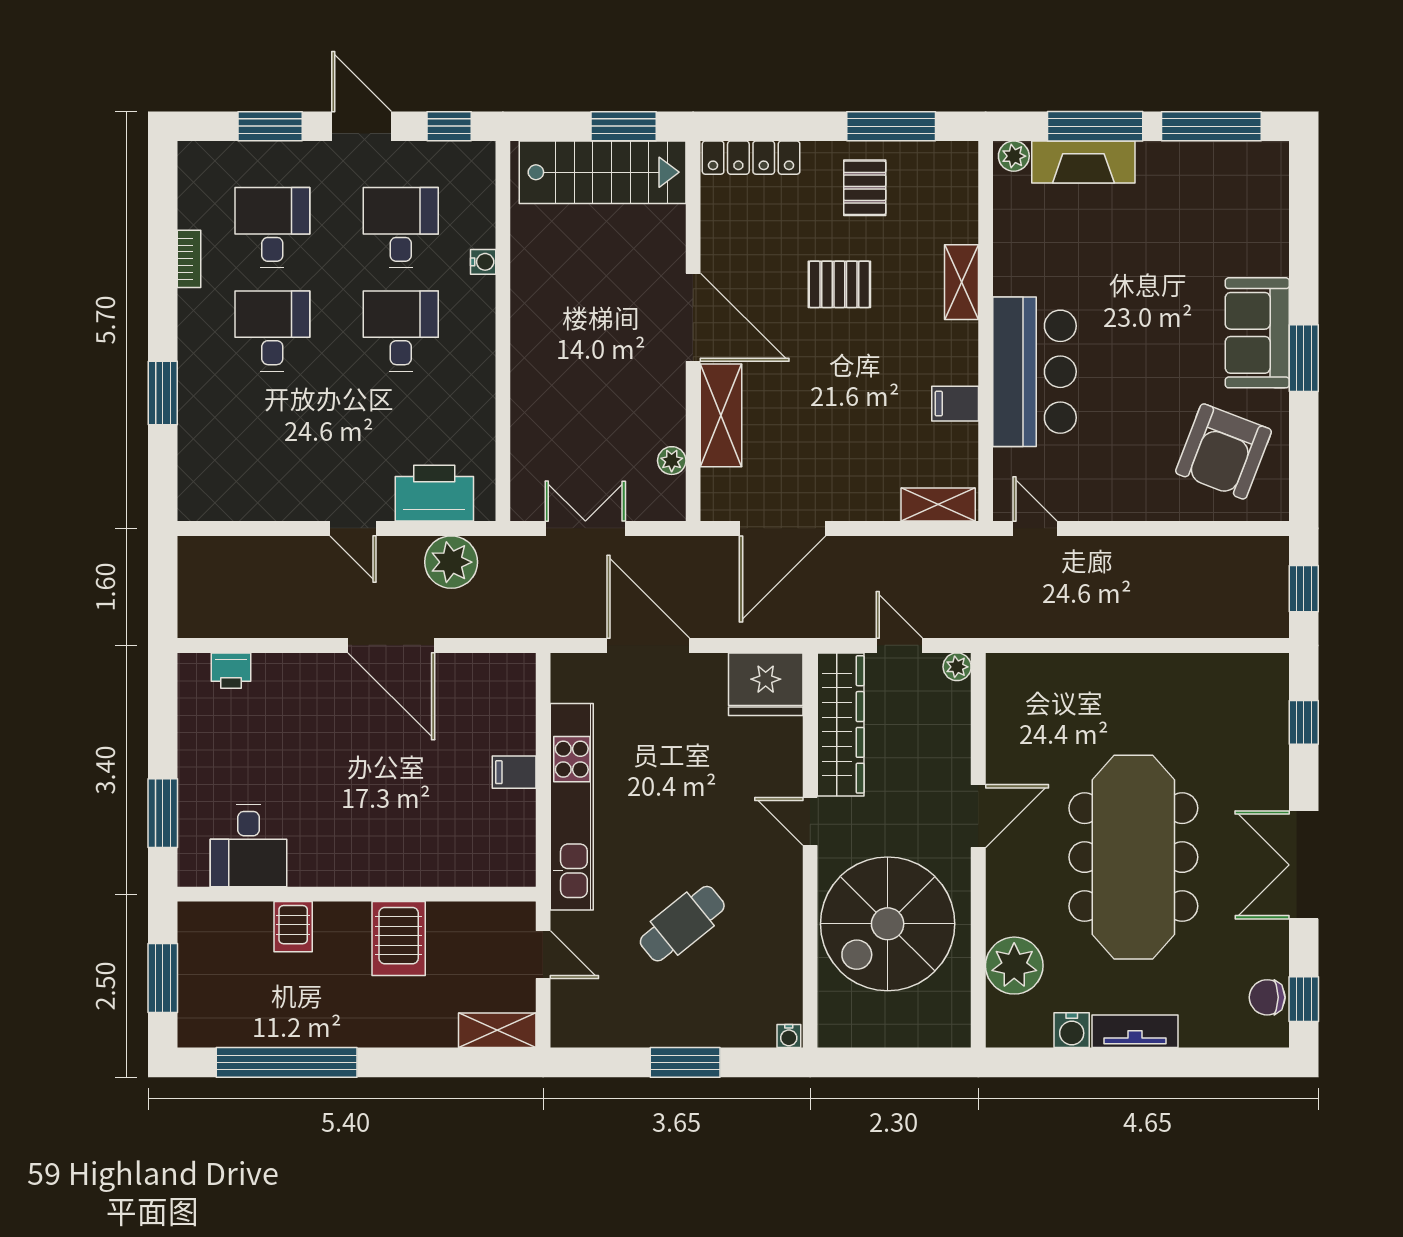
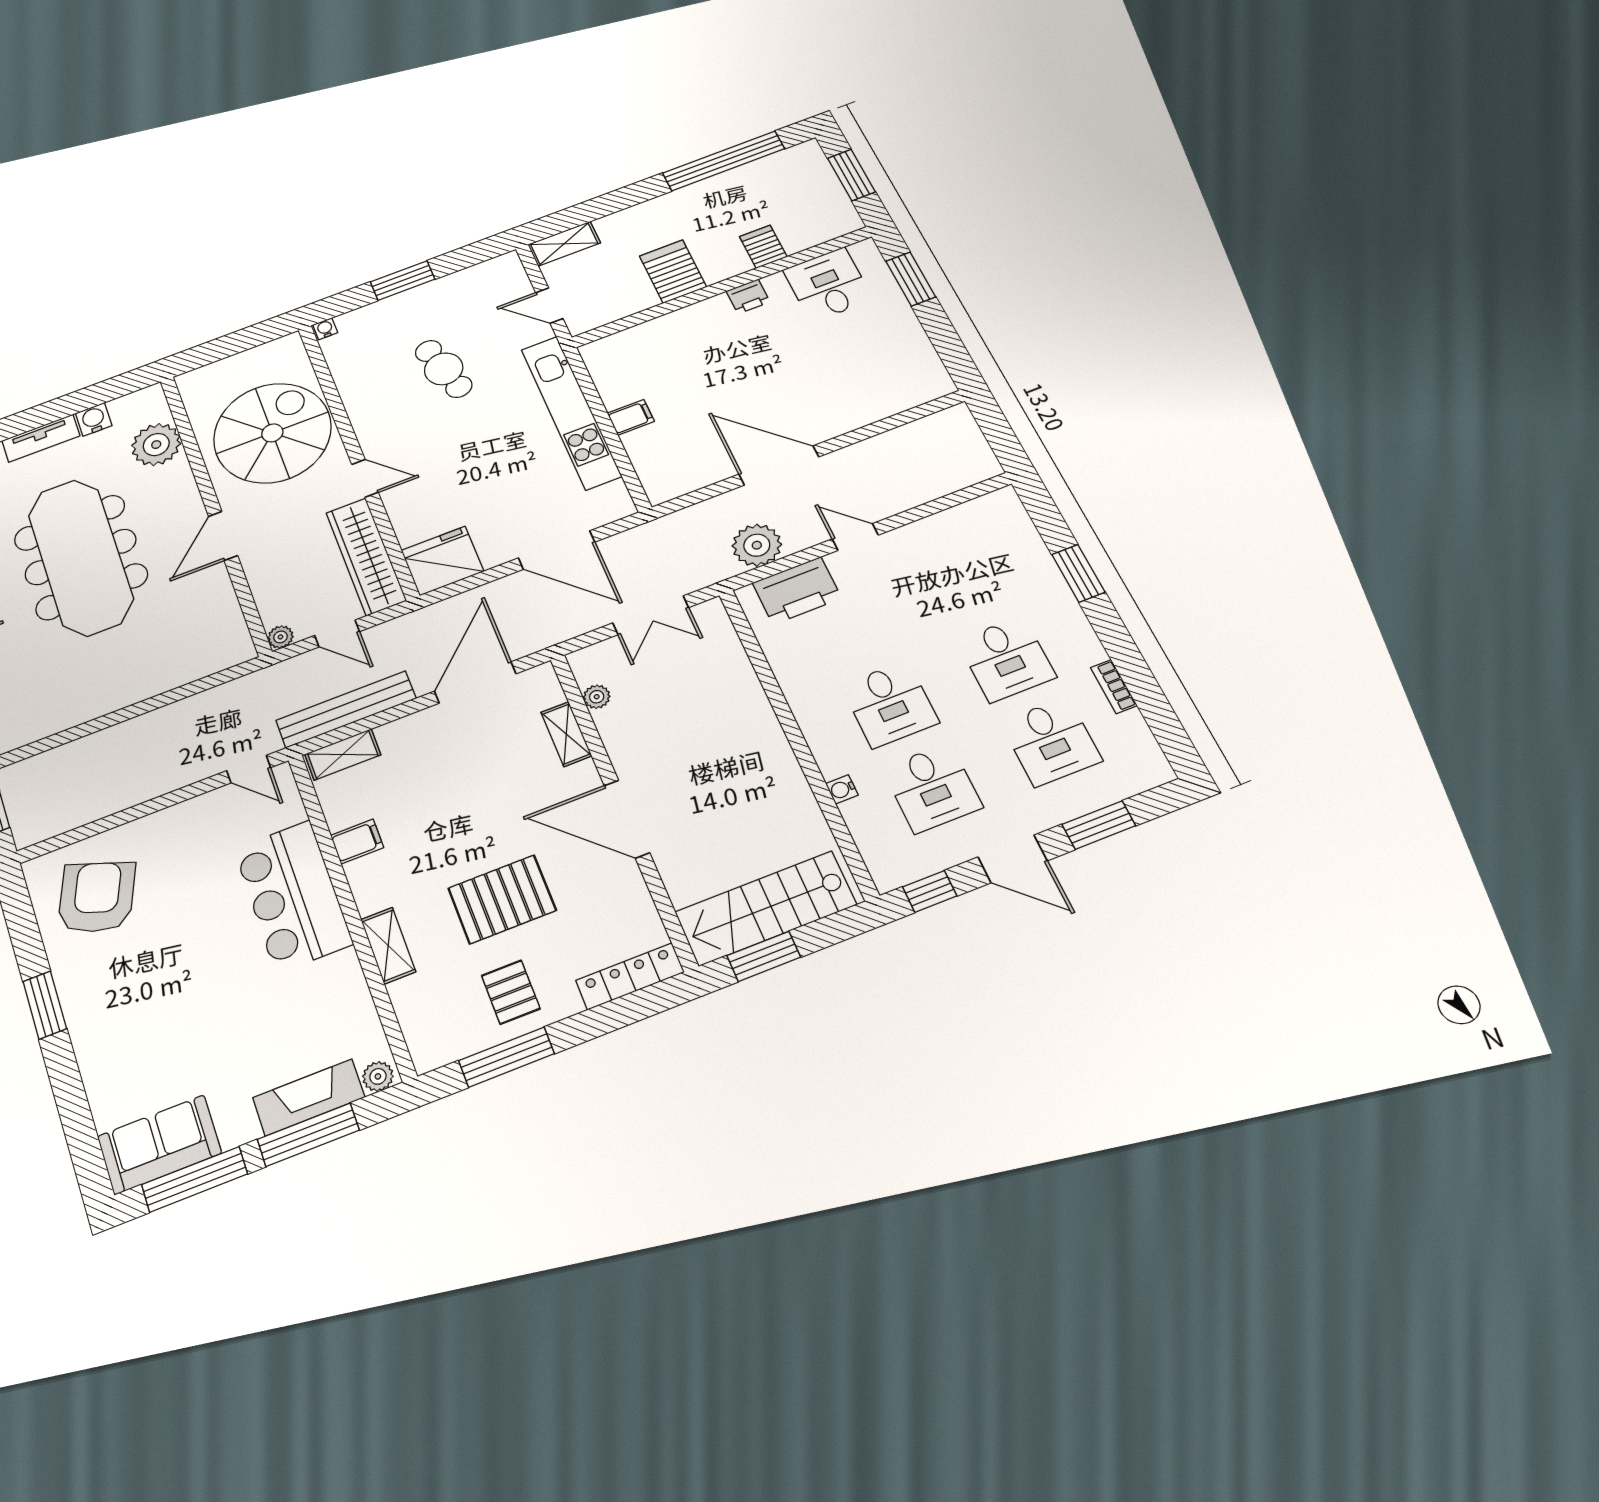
pallet: (839, 284) -> (502, 899), width x1.50, depth x1.42
sofa: (1257, 333) -> (159, 1145), moved, turned -90
shelving: (721, 415) -> (566, 734), width x0.67, depth x0.75
bench: (919, 554) -> (346, 709), added
printer: (231, 671) -> (748, 296), moved, turned 180
cafe table: (682, 924) -> (444, 369), turned -65

